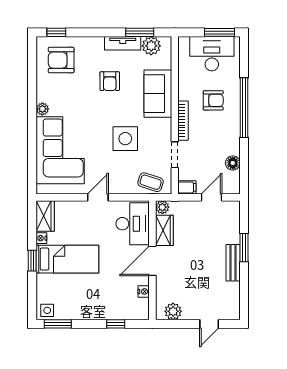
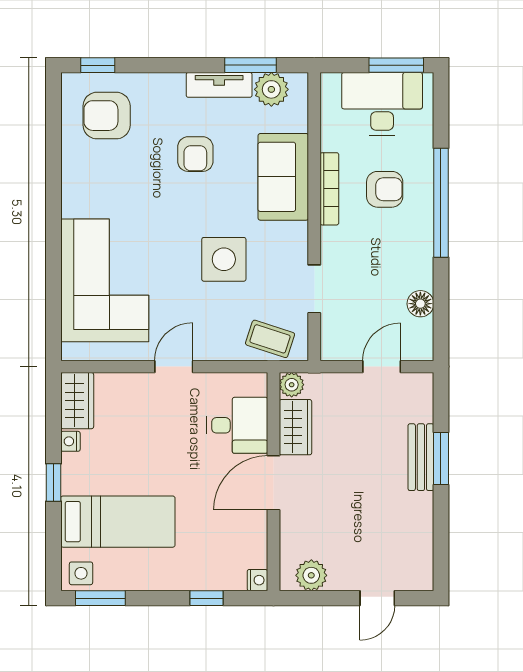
plant: (42, 109) -> (72, 205), removed
bookcase: (183, 121) -> (329, 189), moved
filing cabinet: (187, 187) -> (336, 349), removed
desk: (133, 224) -> (237, 425), width x0.73
bed: (67, 259) -> (118, 522), moved
bench: (233, 263) -> (421, 457), moved
nightstand: (144, 291) -> (257, 580), moved

